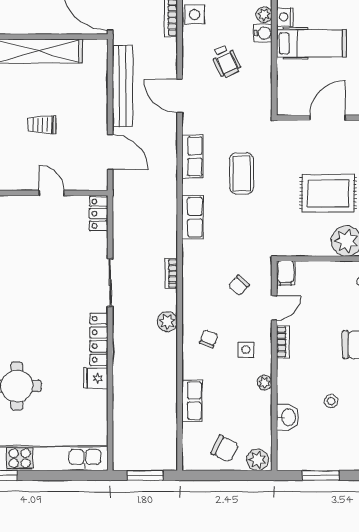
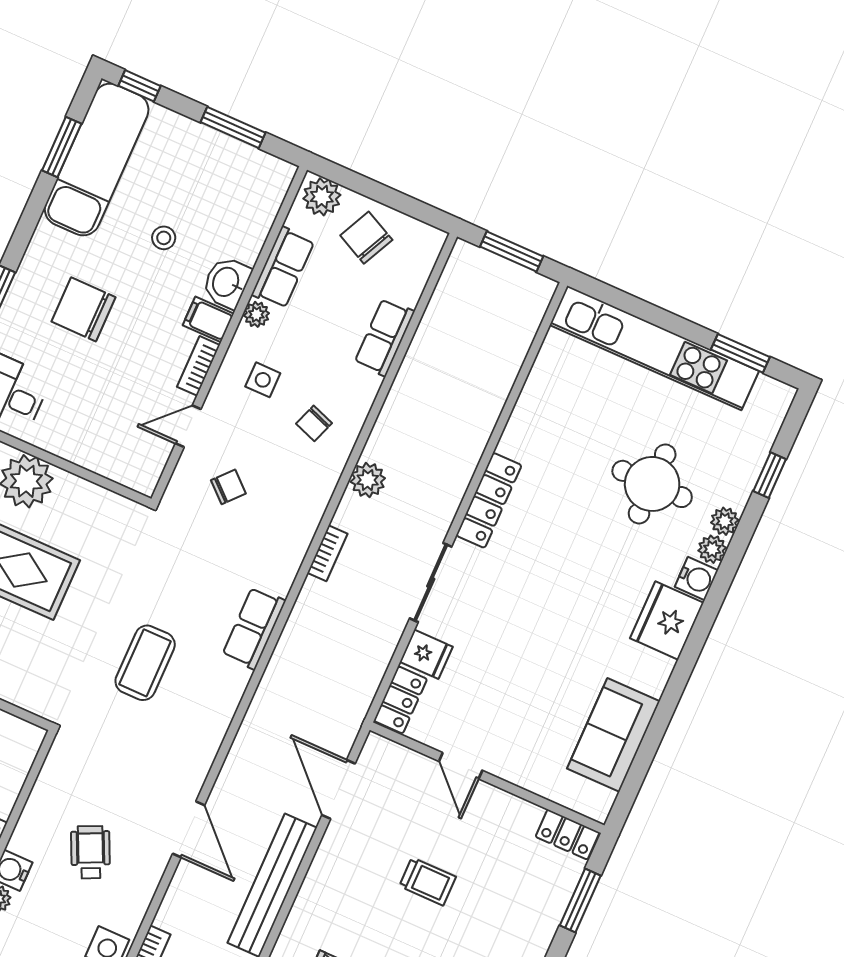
row of seats: (192, 156) -> (283, 268), moved, turned 180
filing cabinet: (286, 273) -> (208, 319), moved, turned -90
fridge: (96, 378) -> (426, 654), moved
washbasin: (288, 417) -> (227, 282), moved

